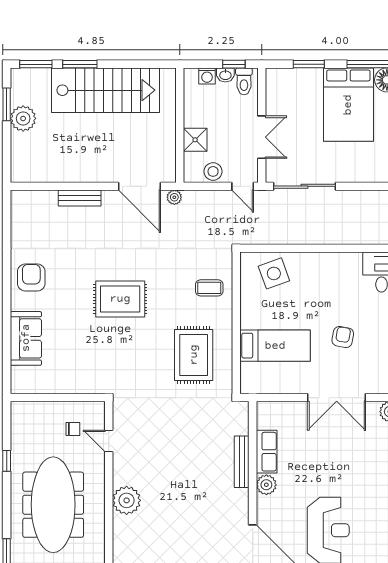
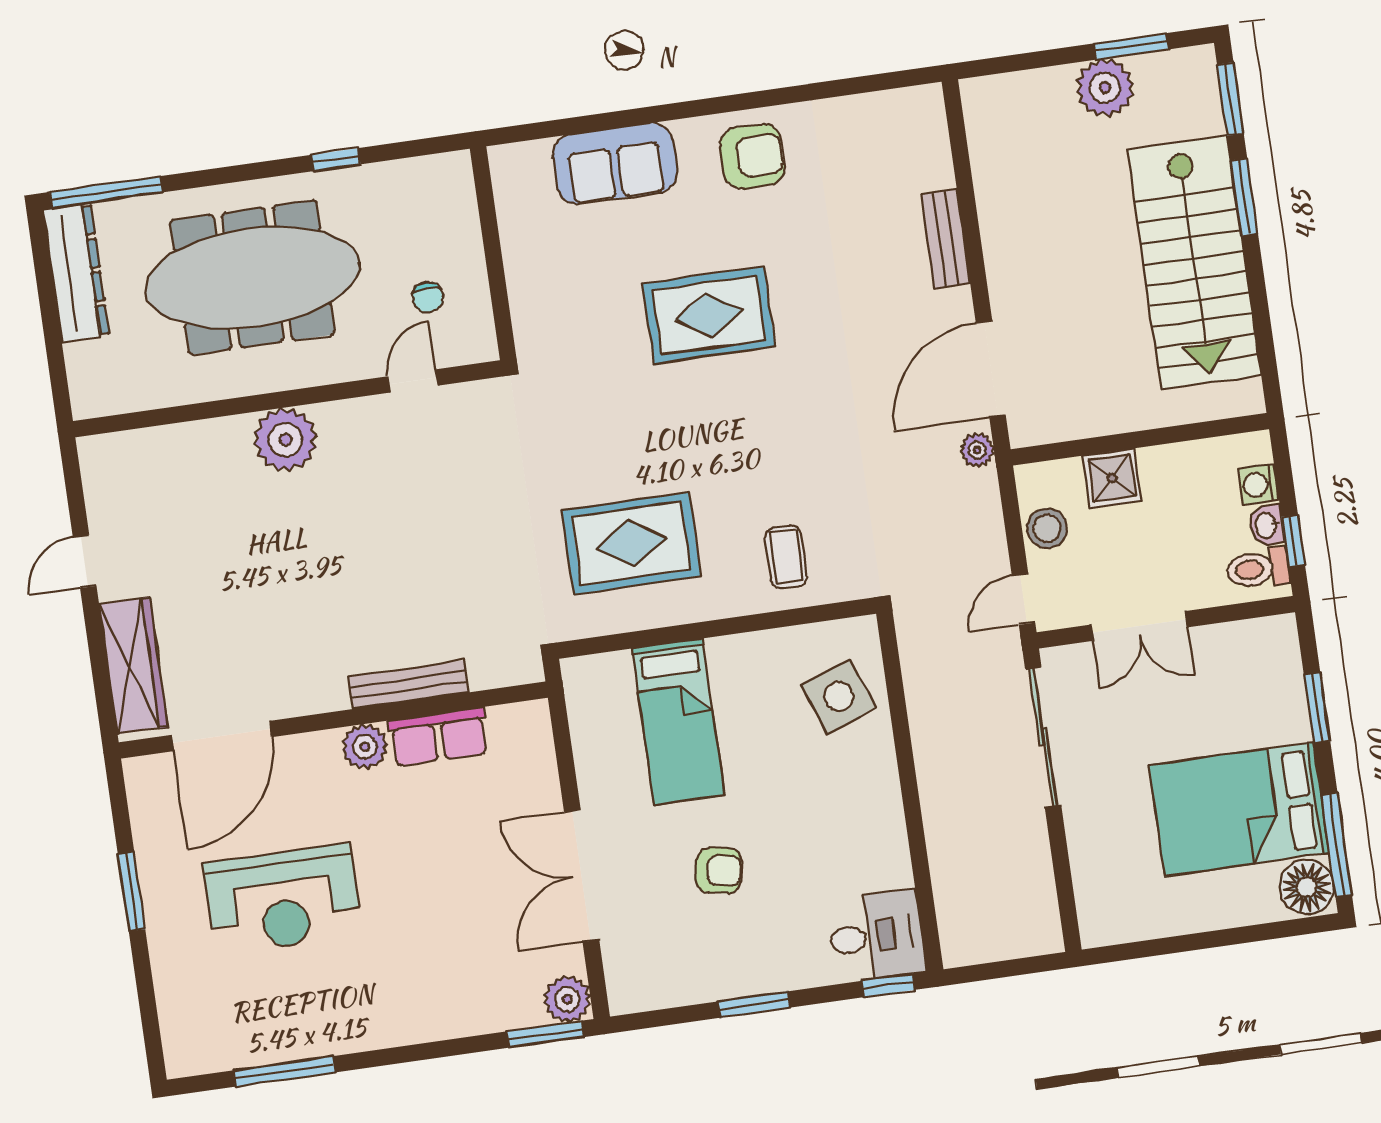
rug: (120, 299) -> (709, 315), moved, turned 90

